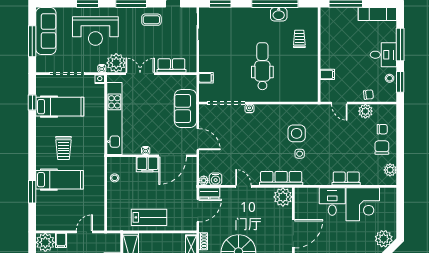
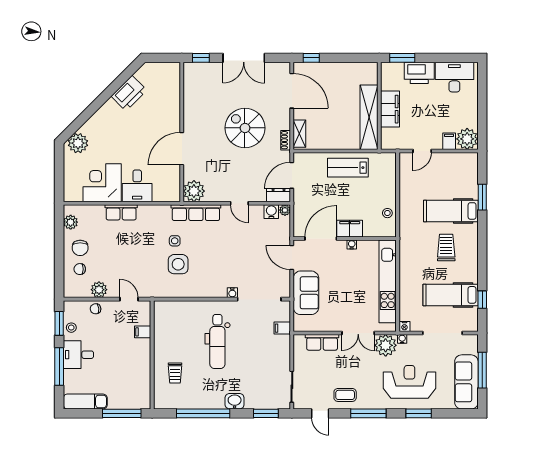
washbasin: (279, 14) -> (235, 401), moved

